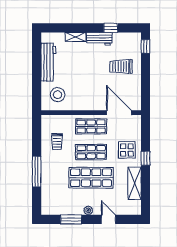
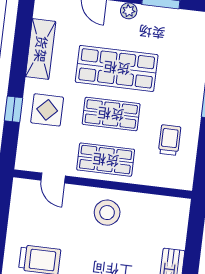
stool: (58, 95) -> (107, 213), moved
door: (119, 113) -> (53, 178), width x0.53
window: (146, 158) -> (13, 109), moved

